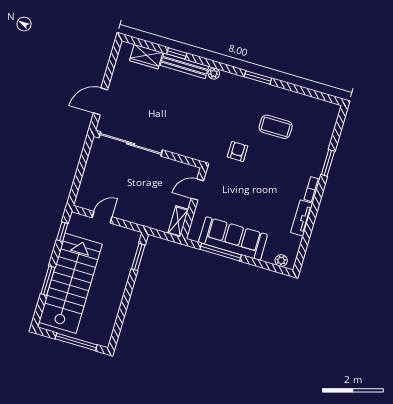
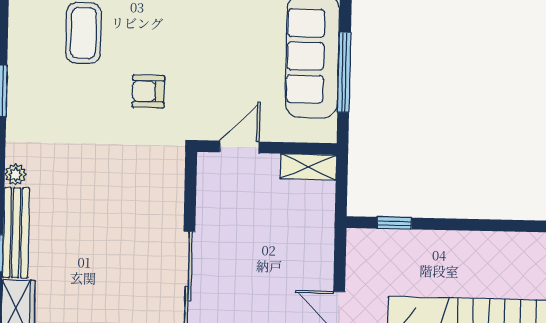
door: (197, 190) -> (239, 147), swing flipped
window: (138, 257) -> (394, 223), width x0.67

